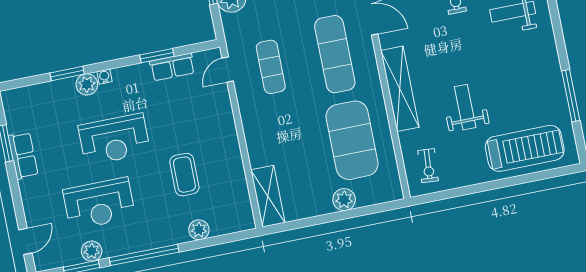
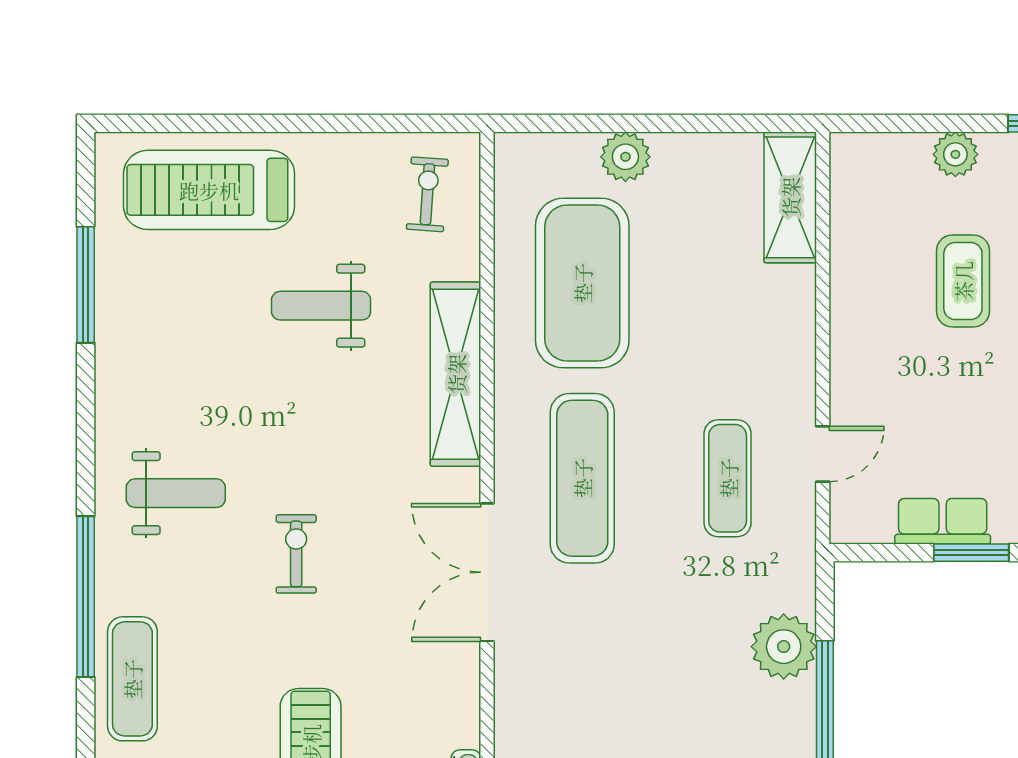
door: (228, 70) -> (823, 454), moved
weight bench: (465, 107) -> (321, 306), turned 90

